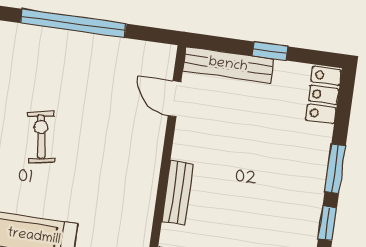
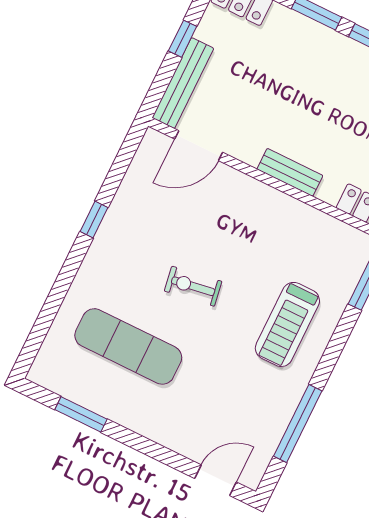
window: (73, 23) -> (94, 219), width x0.32
door: (175, 99) -> (199, 146), width x1.38

